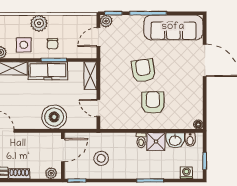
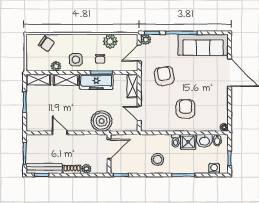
plant: (39, 23) -> (110, 41), moved
armchair: (143, 70) -> (164, 76), moved
stool: (101, 158) -> (158, 159), moved
plant: (51, 173) -> (86, 169), moved

